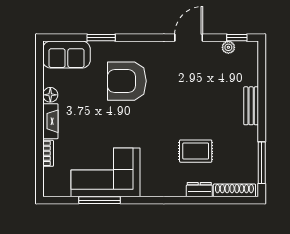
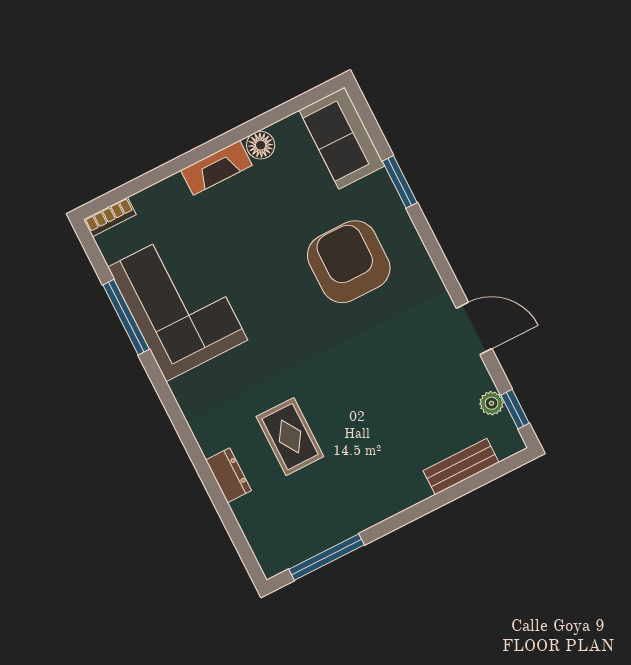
bench: (251, 106) -> (461, 467), moved
bookcase: (48, 153) -> (110, 217), moved
shoe rack: (234, 190) -> (257, 535), removed

